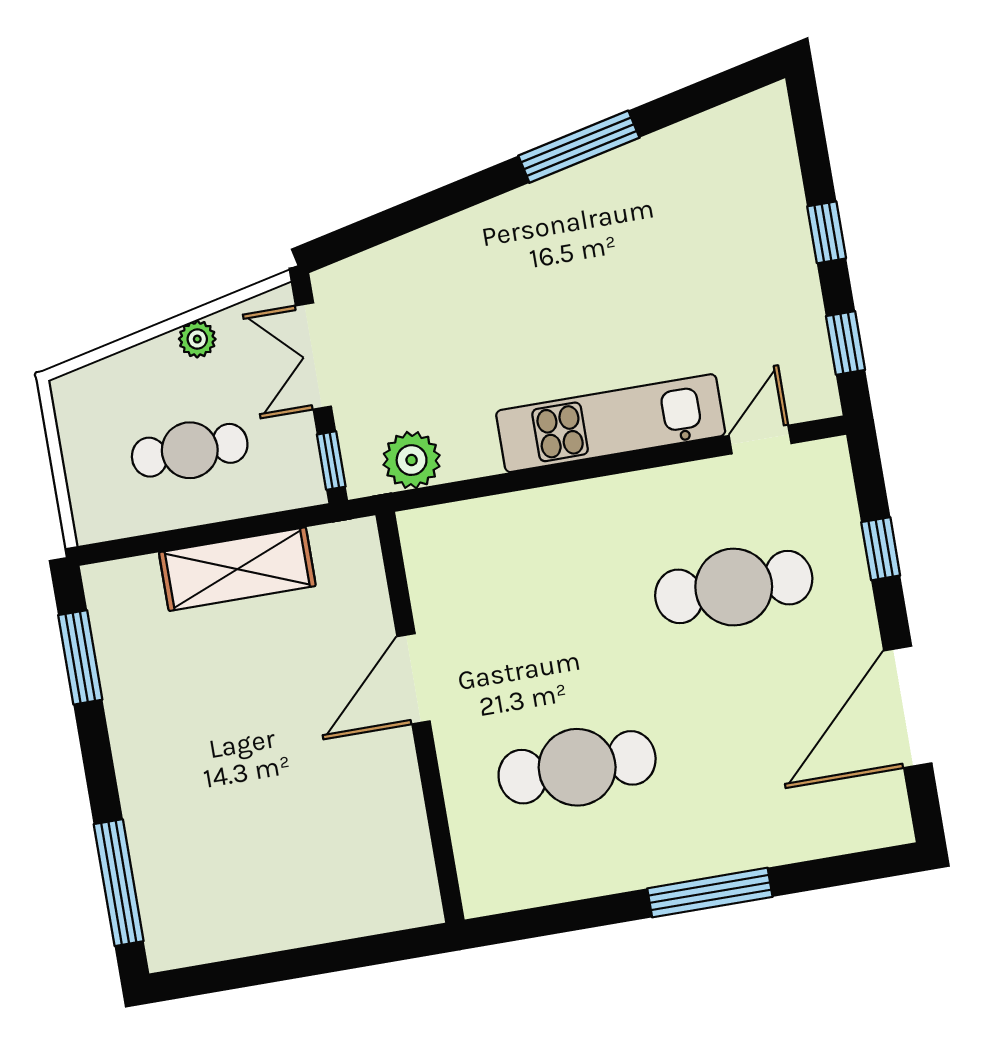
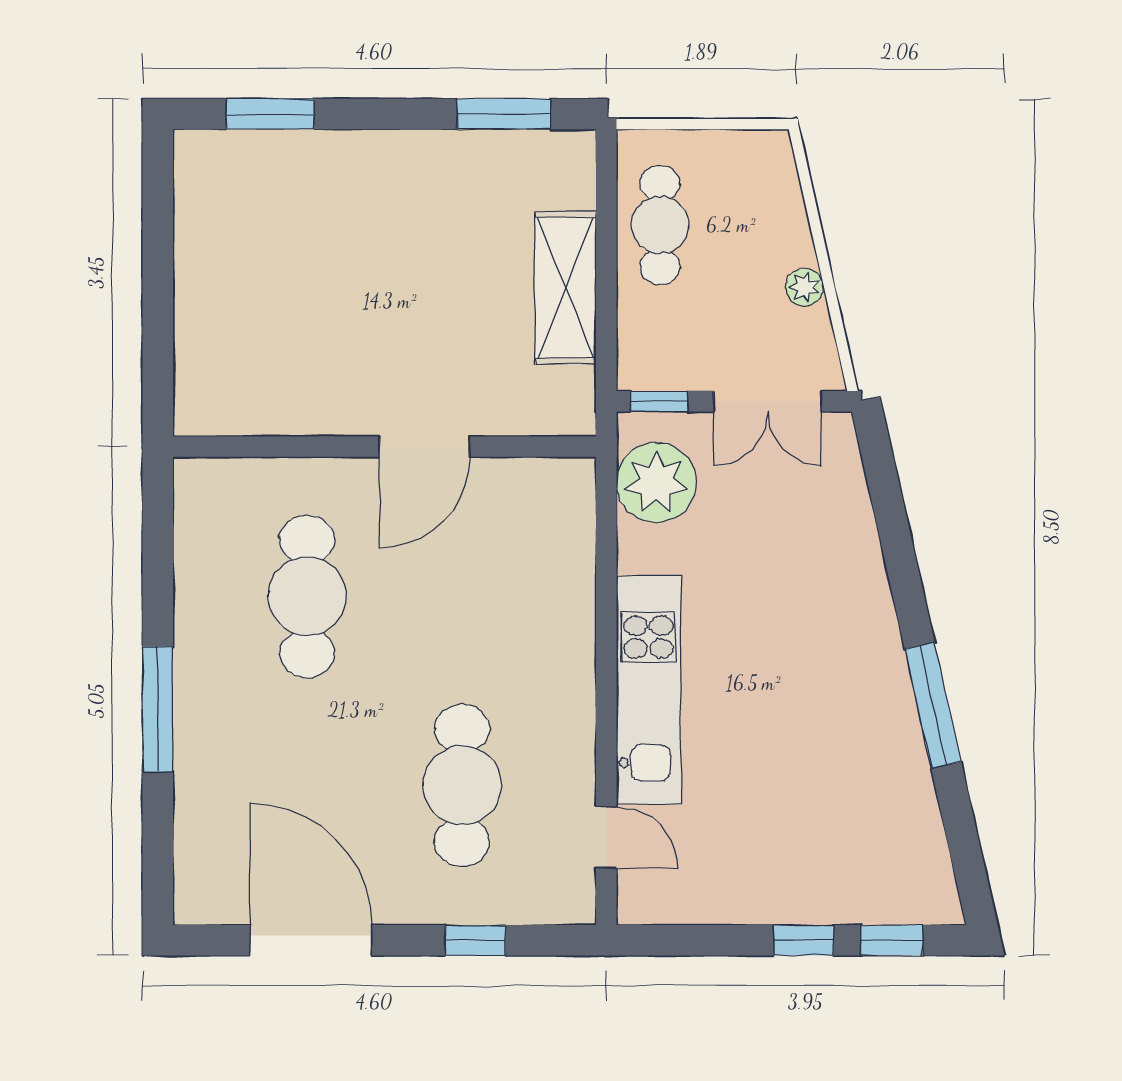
window: (846, 343) -> (892, 940), moved
double door: (313, 356) -> (768, 401), swing flipped
cafe table: (190, 450) -> (660, 225), moved
plant: (412, 460) -> (656, 482), width x1.36, depth x1.36
door: (413, 679) -> (425, 447), swing flipped
window: (119, 883) -> (270, 114), width x0.69

